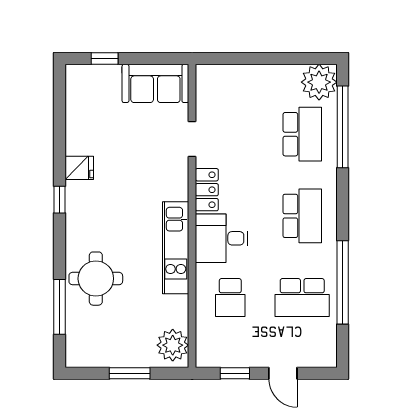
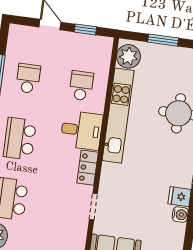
water cooler: (75, 144) -> (180, 215), added
kitchen unit: (176, 248) -> (118, 116), width x1.36
school desk: (302, 298) -> (28, 78), width x0.54

